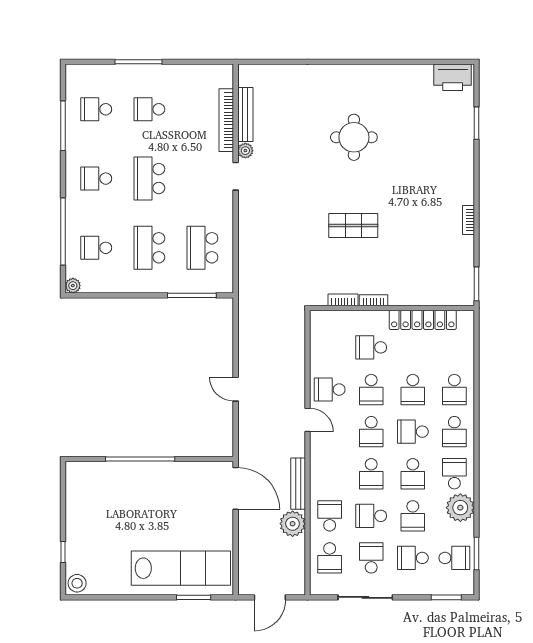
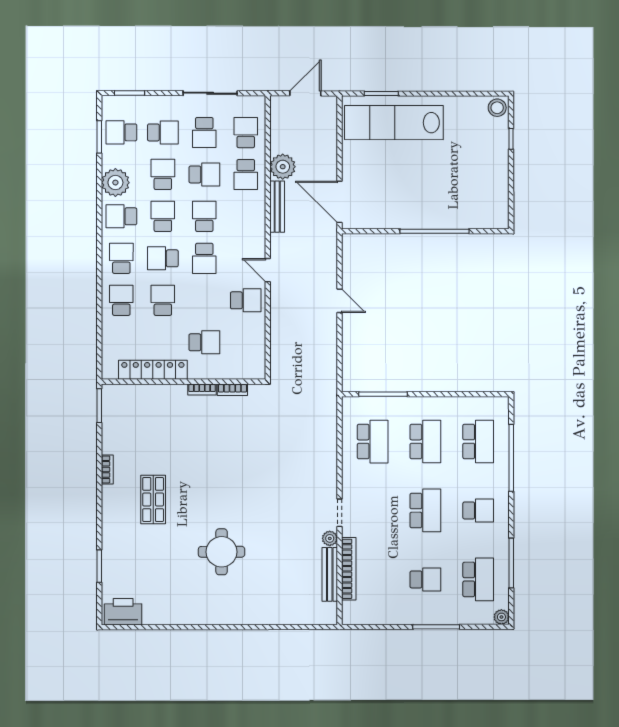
school desk: (96, 109) -> (478, 579), width x1.85
shop shelf: (353, 225) -> (153, 499), moved, turned 90
school desk: (96, 248) -> (478, 441), width x1.85
plant: (73, 286) -> (501, 617), moved
school desk: (371, 390) -> (204, 300), removed
school desk: (371, 432) -> (204, 258), turned 180
school desk: (413, 432) -> (163, 258), turned 180
school desk: (454, 474) -> (121, 216), turned 90

